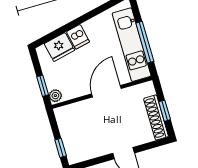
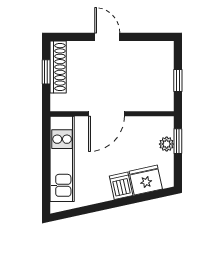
window: (145, 42) -> (46, 157), removed
plant: (55, 96) -> (167, 144), moved
window: (61, 148) -> (178, 81), moved

